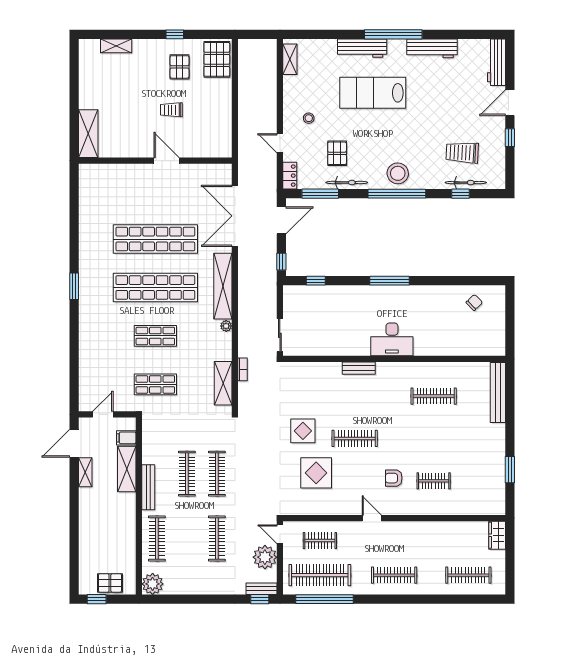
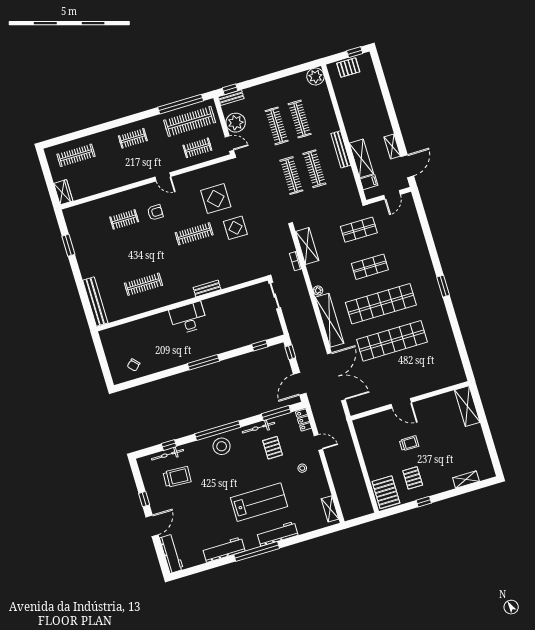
clothes rail: (157, 538) -> (300, 119), moved
clothes rail: (394, 575) -> (133, 138), width x0.73

